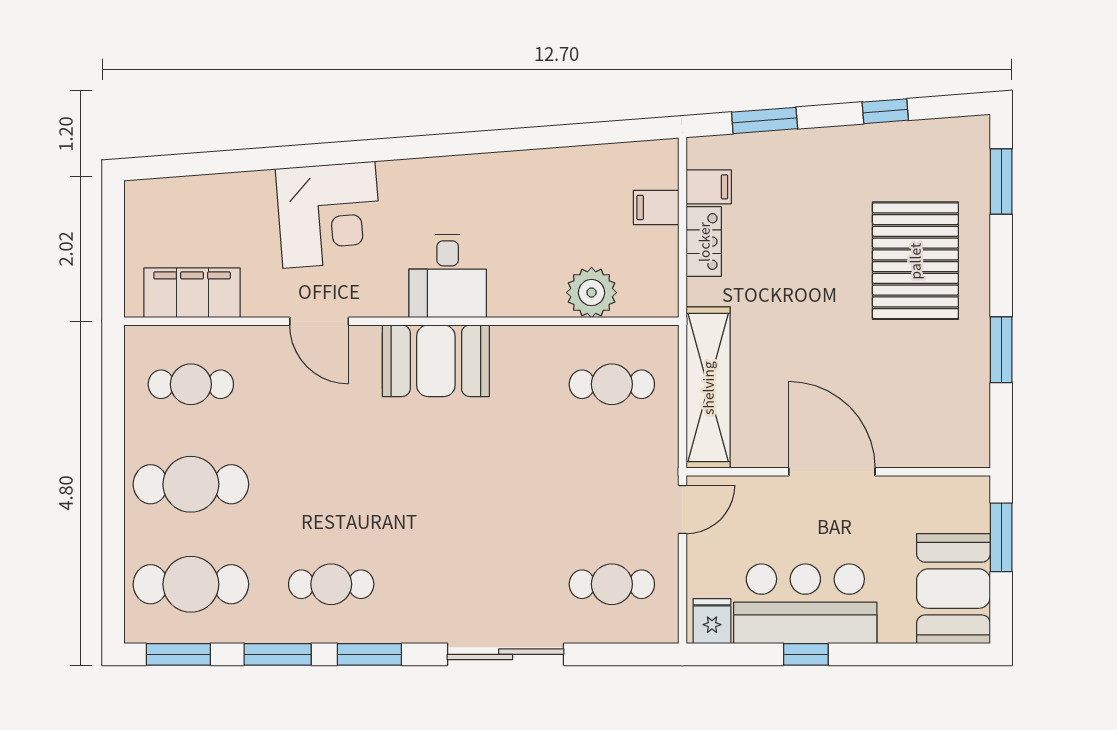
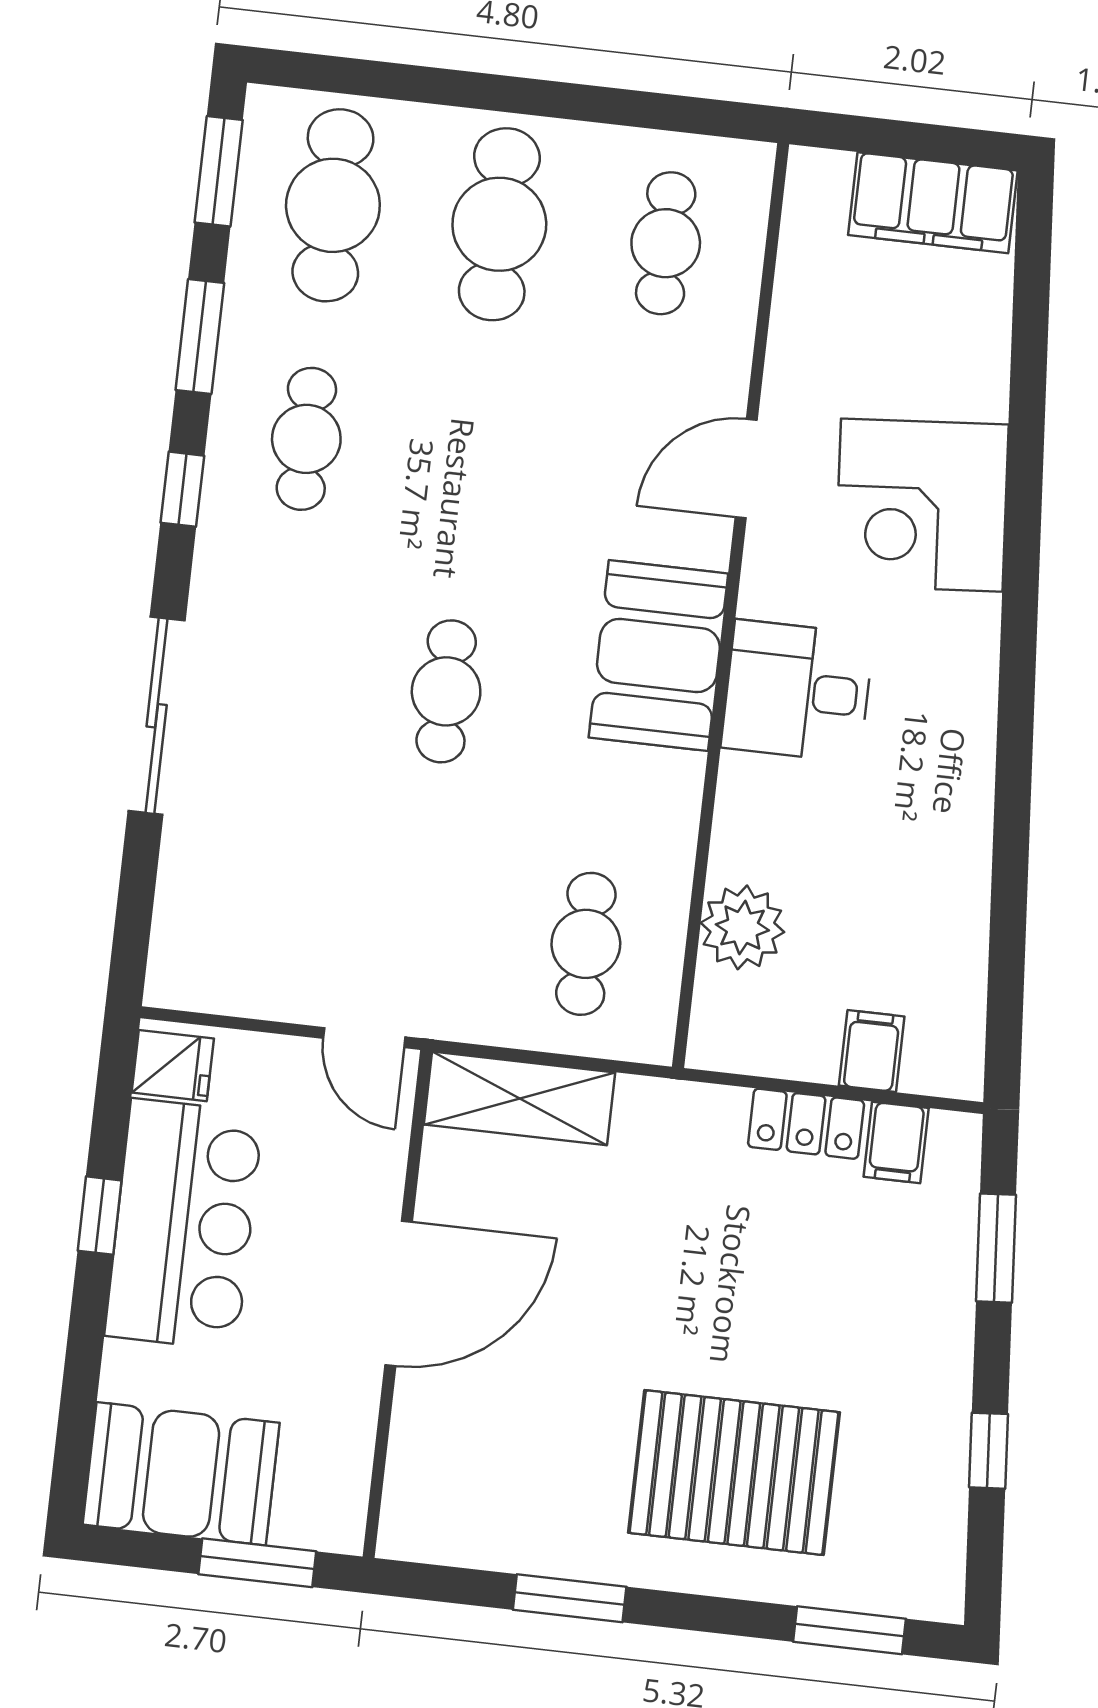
filing cabinet: (192, 293) -> (933, 203), moved, turned 90
shelving: (708, 388) -> (520, 1098), width x0.68
cafe table: (612, 584) -> (446, 691), moved
window: (369, 654) -> (182, 489), width x0.67

